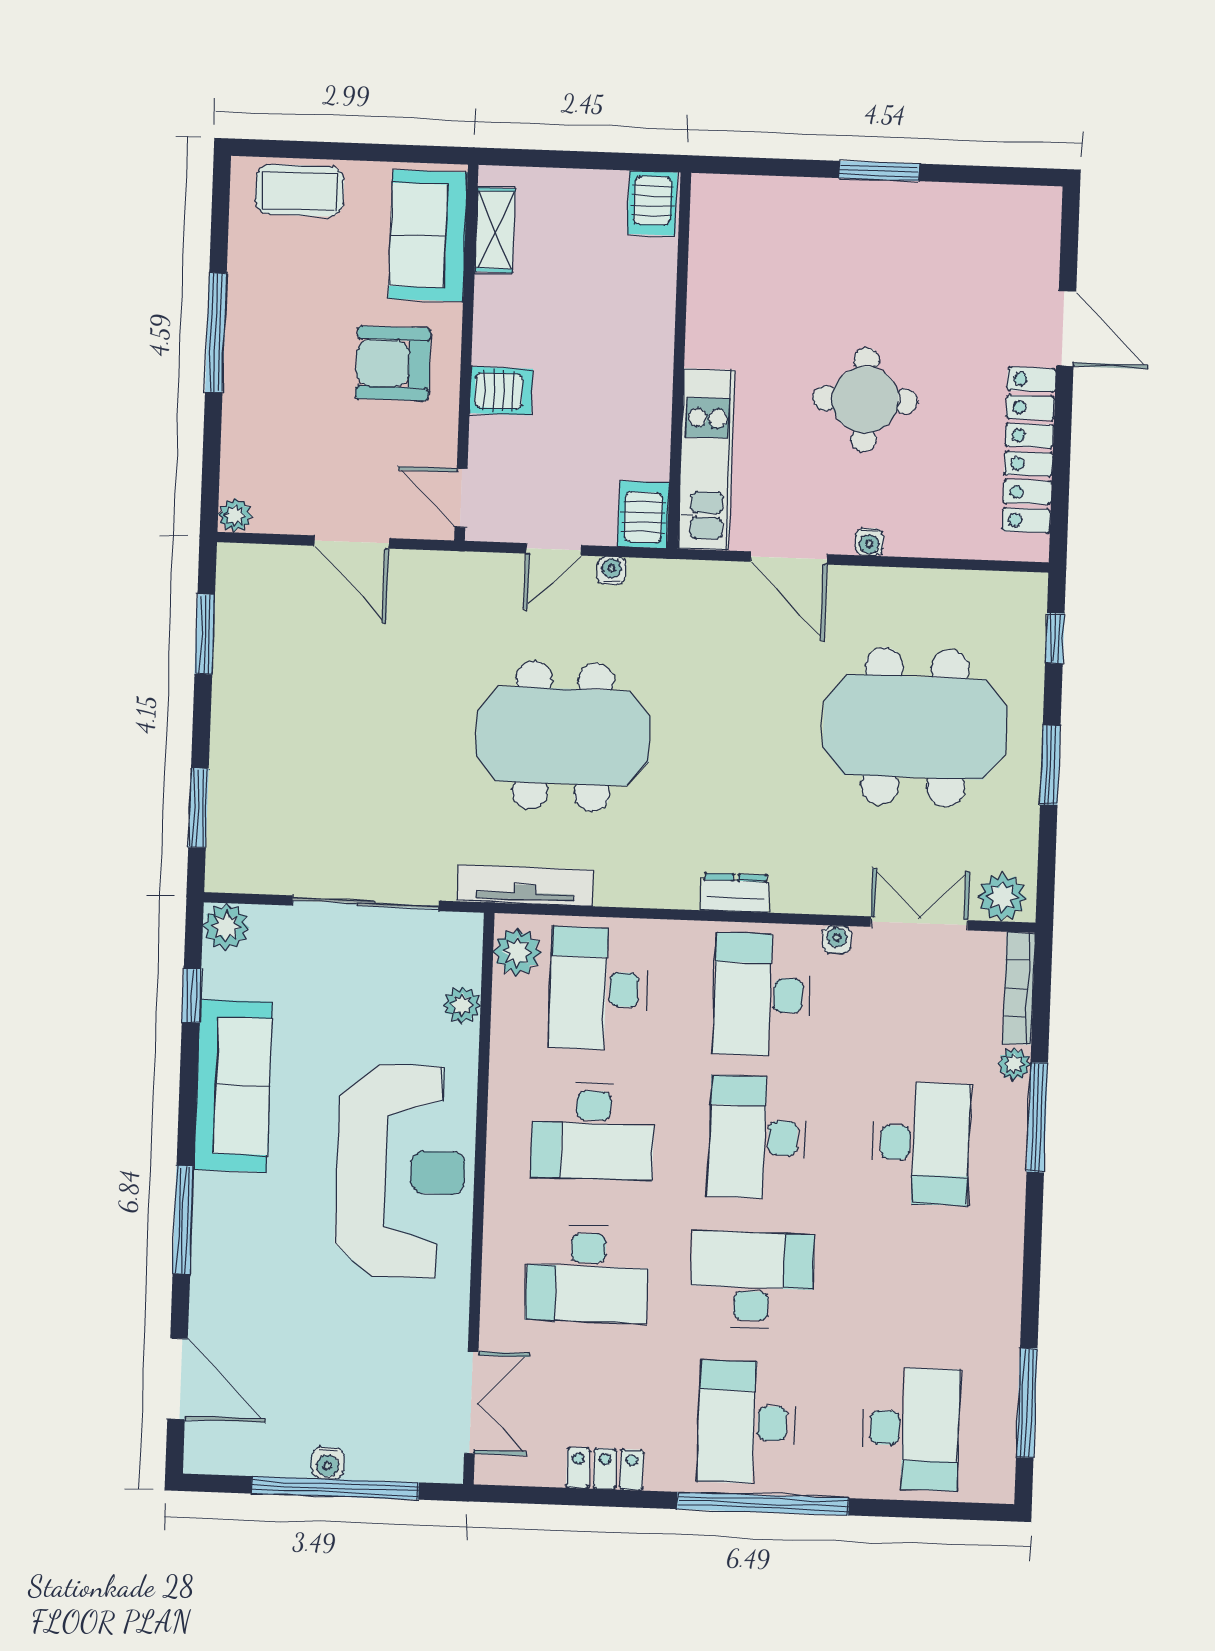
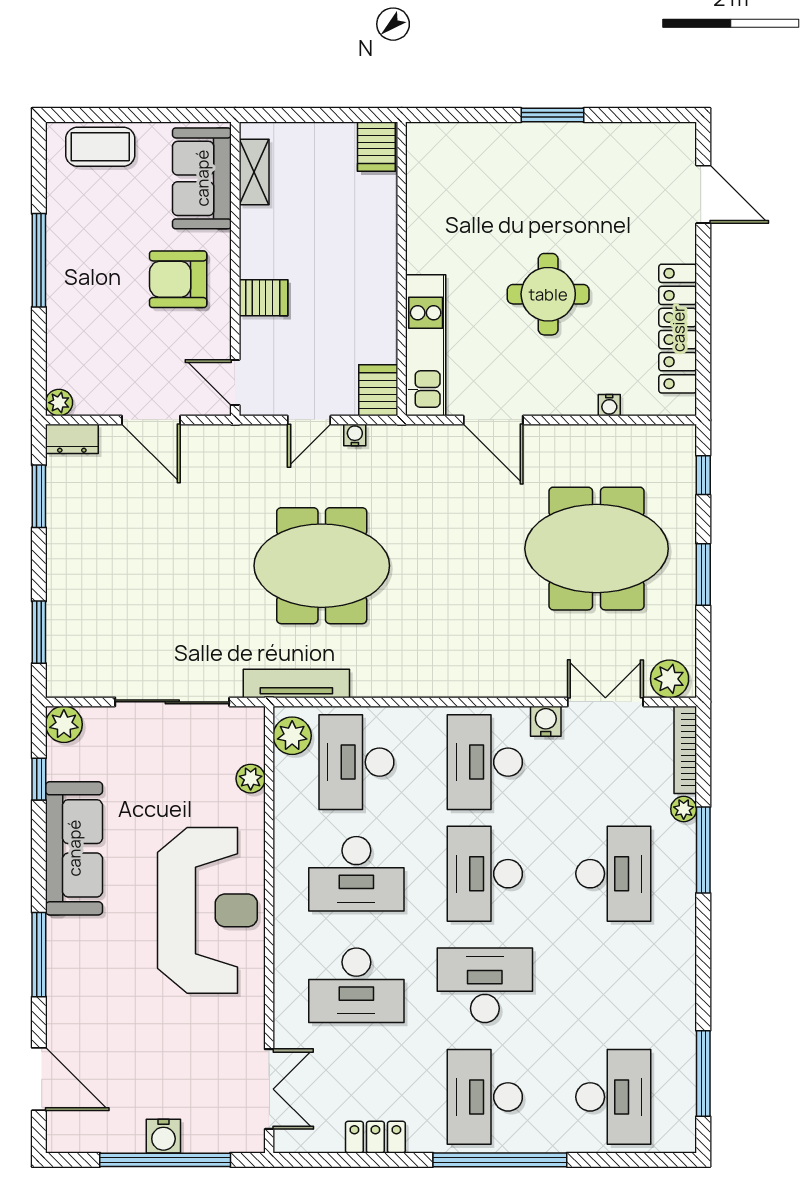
door: (1066, 329) -> (703, 194), moved
water cooler: (869, 542) -> (609, 405), moved
dresser: (735, 893) -> (72, 439), moved, turned 180
water cooler: (837, 940) -> (546, 721), width x1.38, depth x1.38
water cooler: (328, 1463) -> (163, 1136), width x1.38, depth x1.38

